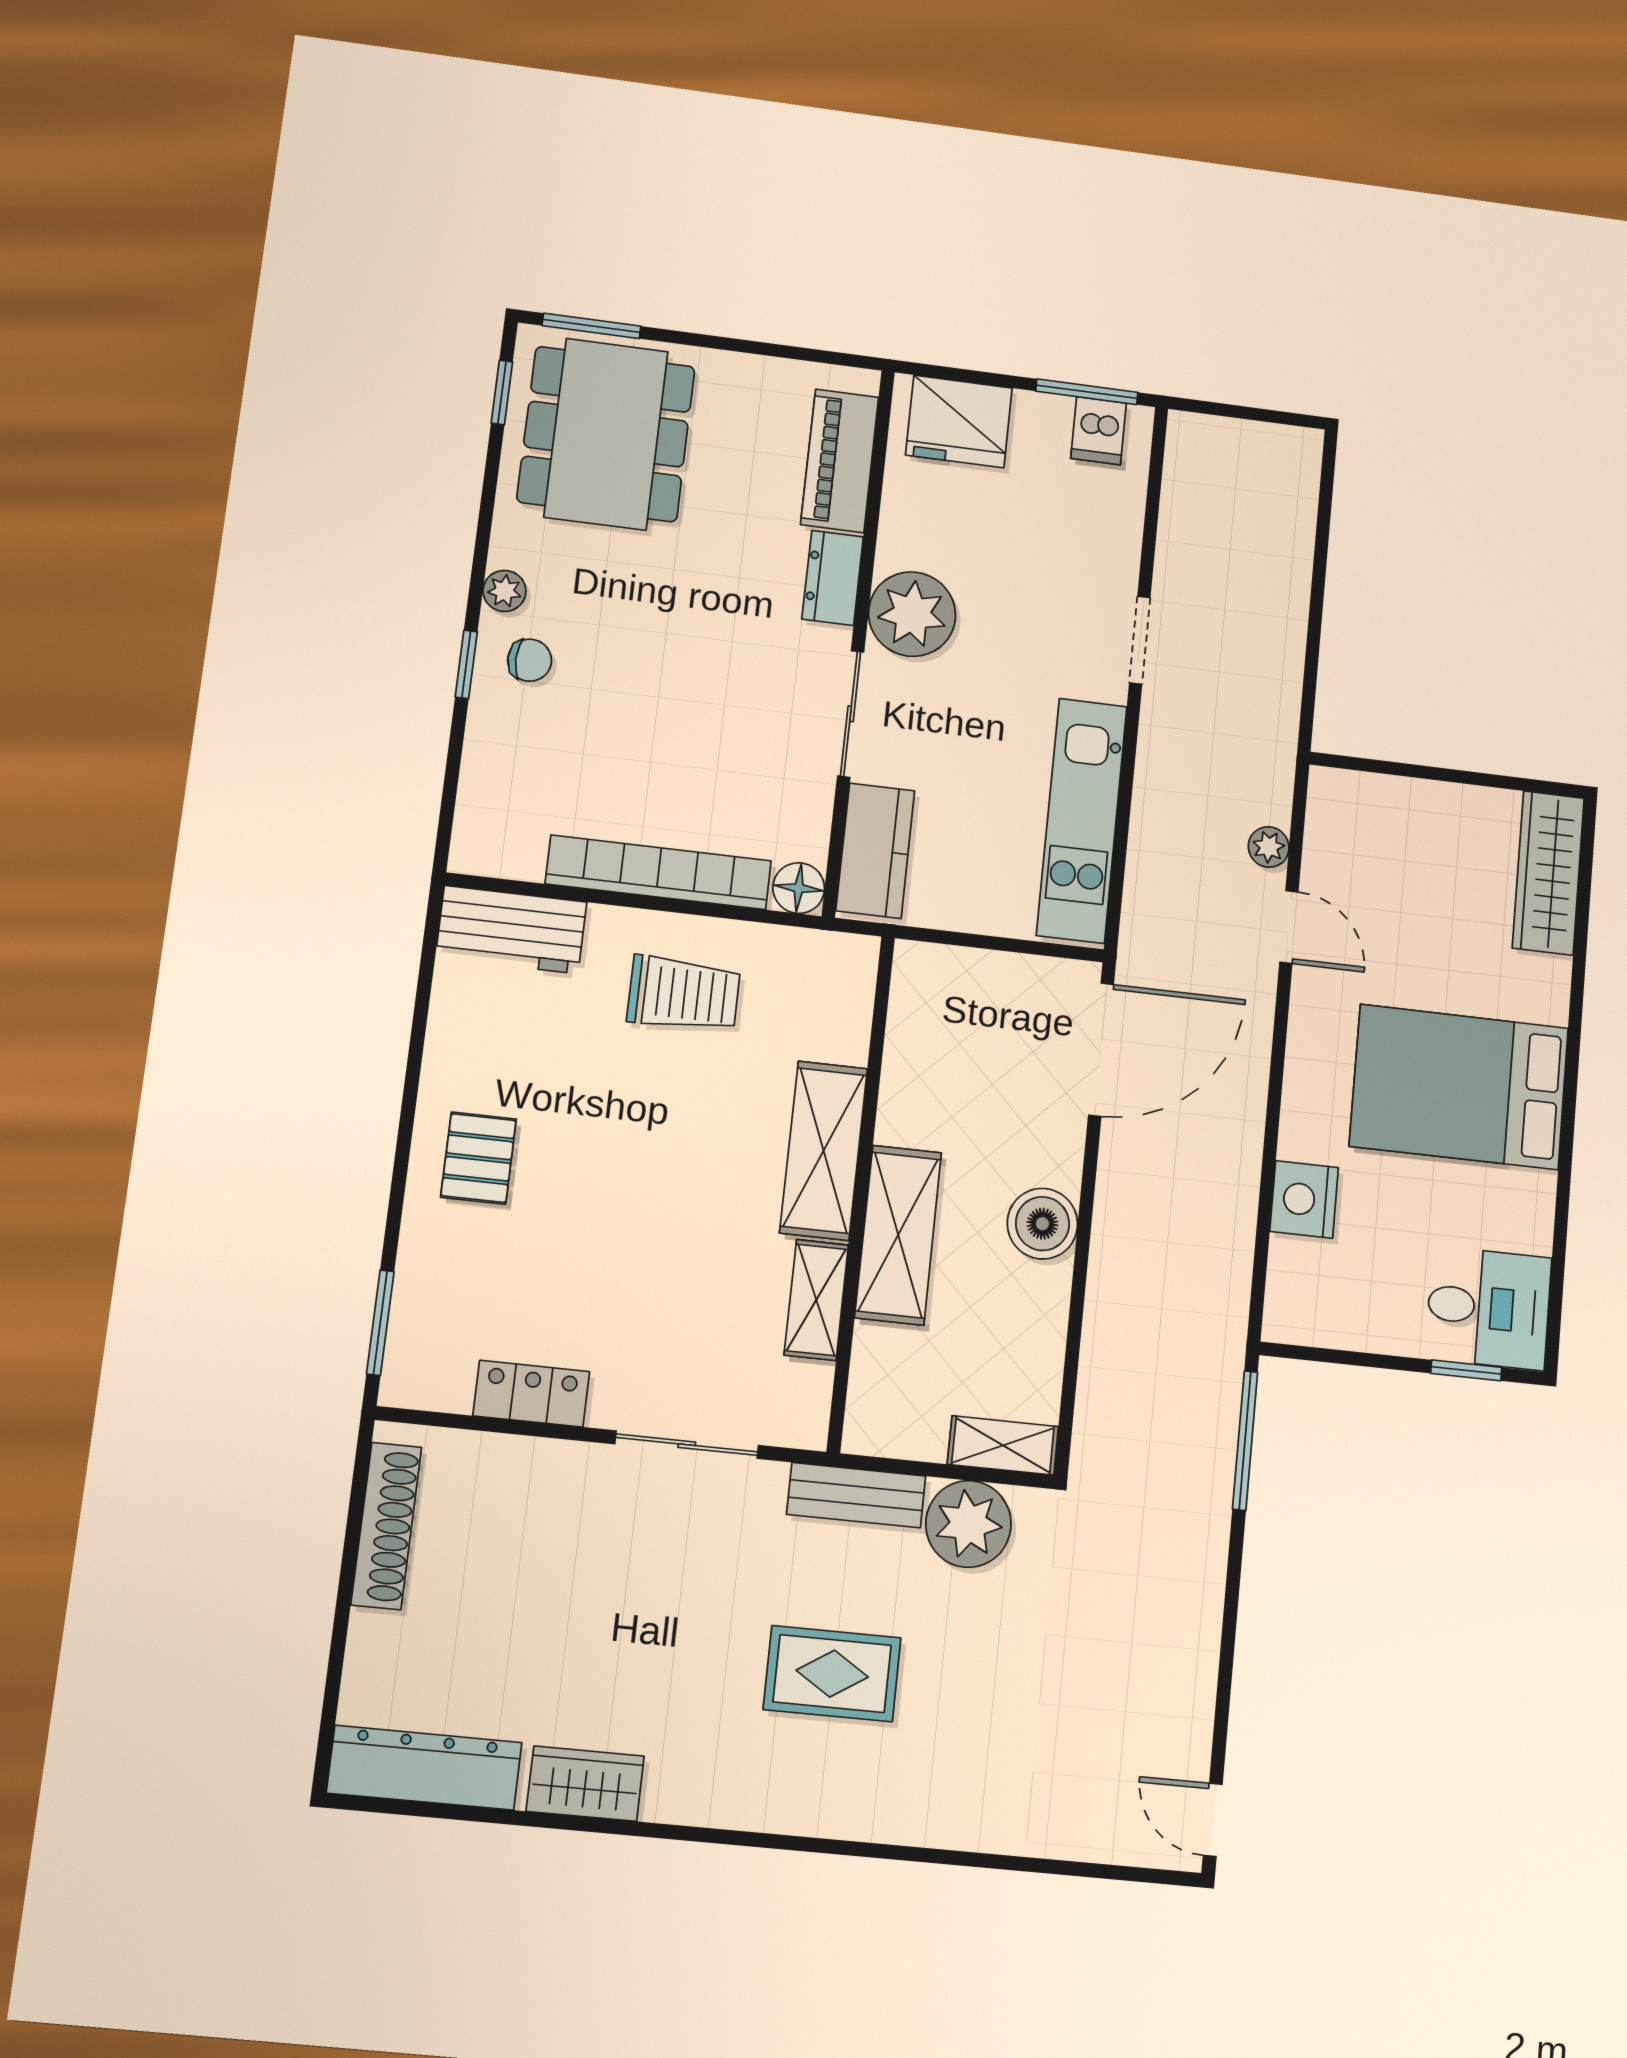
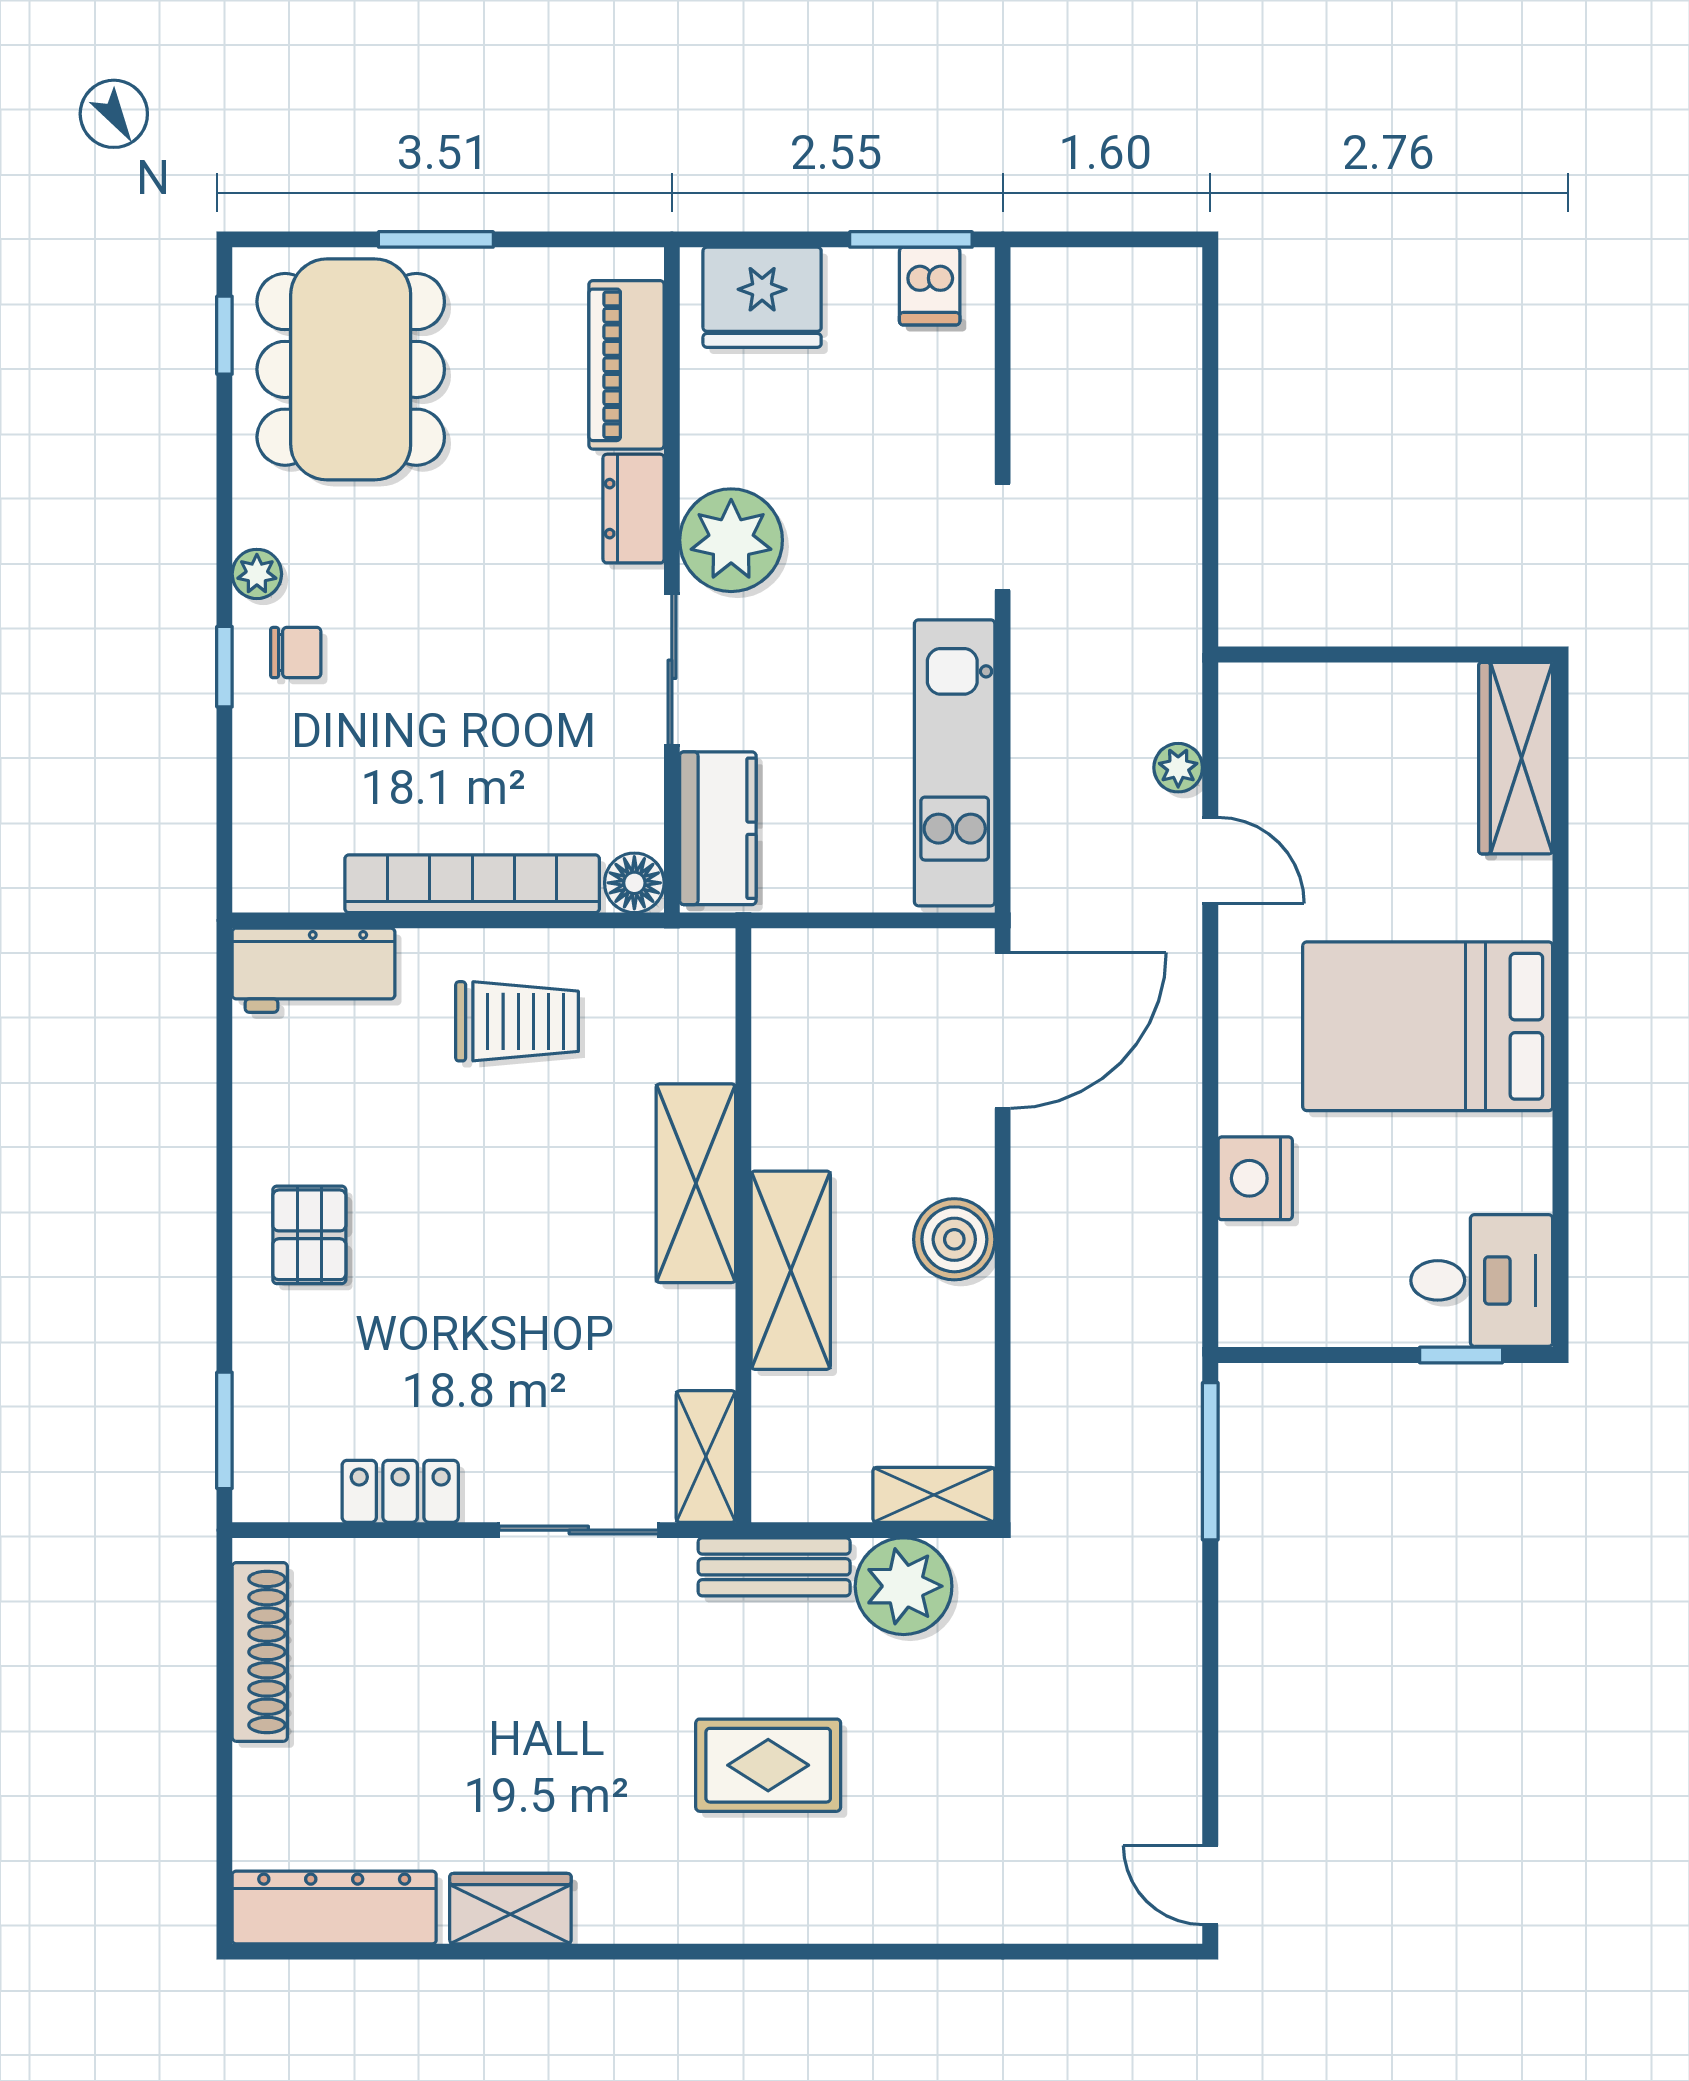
window: (592, 326) -> (436, 239), moved
shelving: (816, 1300) -> (706, 1456), moved

